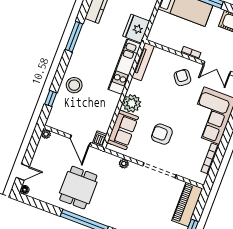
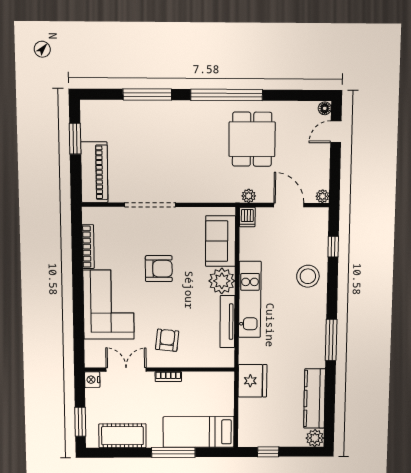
tv unit: (143, 62) -> (227, 322), moved
kitchen unit: (124, 67) -> (250, 299), moved
armchair: (182, 78) -> (167, 340), turned -136
armchair: (162, 134) -> (159, 269), moved
door: (80, 140) -> (289, 205), moved
plant: (124, 164) -> (249, 196), moved

